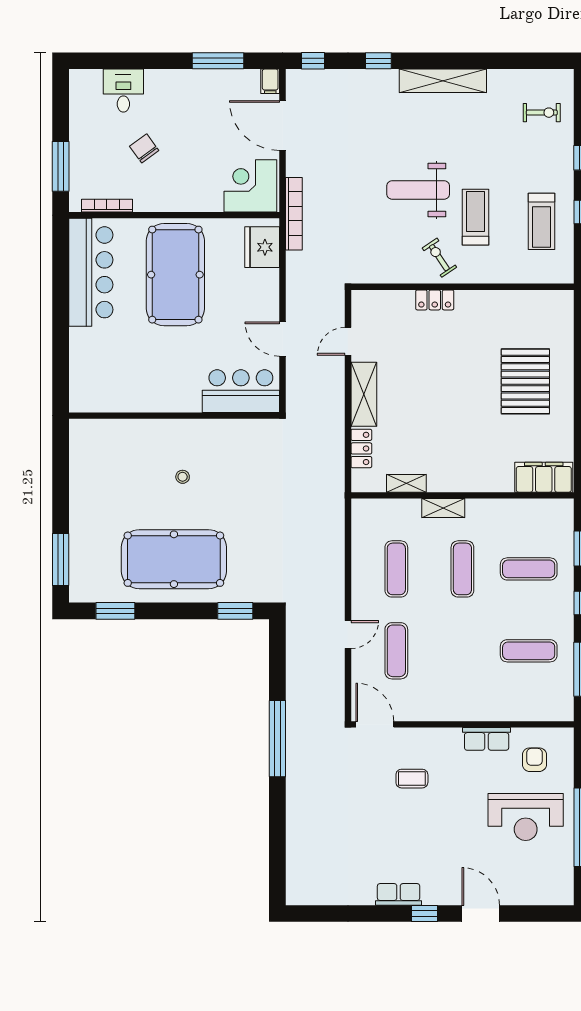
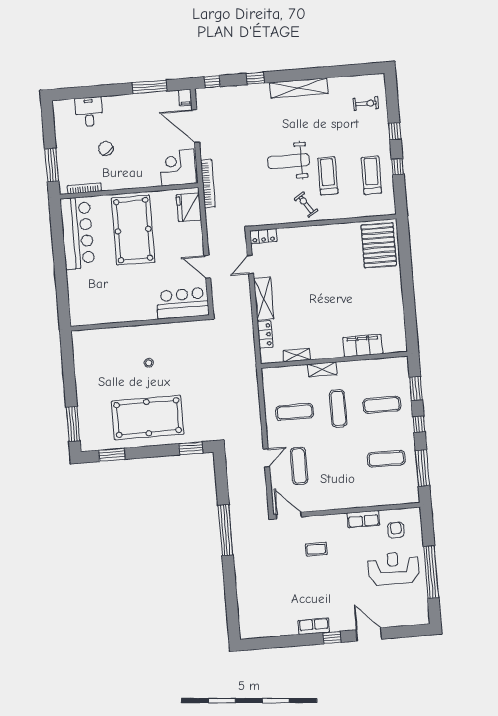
treadmill: (541, 221) -> (371, 175), turned 180
locker: (435, 300) -> (263, 236), moved
pallet: (525, 381) -> (379, 245), moved
filing cabinet: (544, 477) -> (363, 346), moved
exercise mat: (396, 569) -> (295, 412), turned 90
reception desk: (526, 817) -> (393, 568), turned 180

